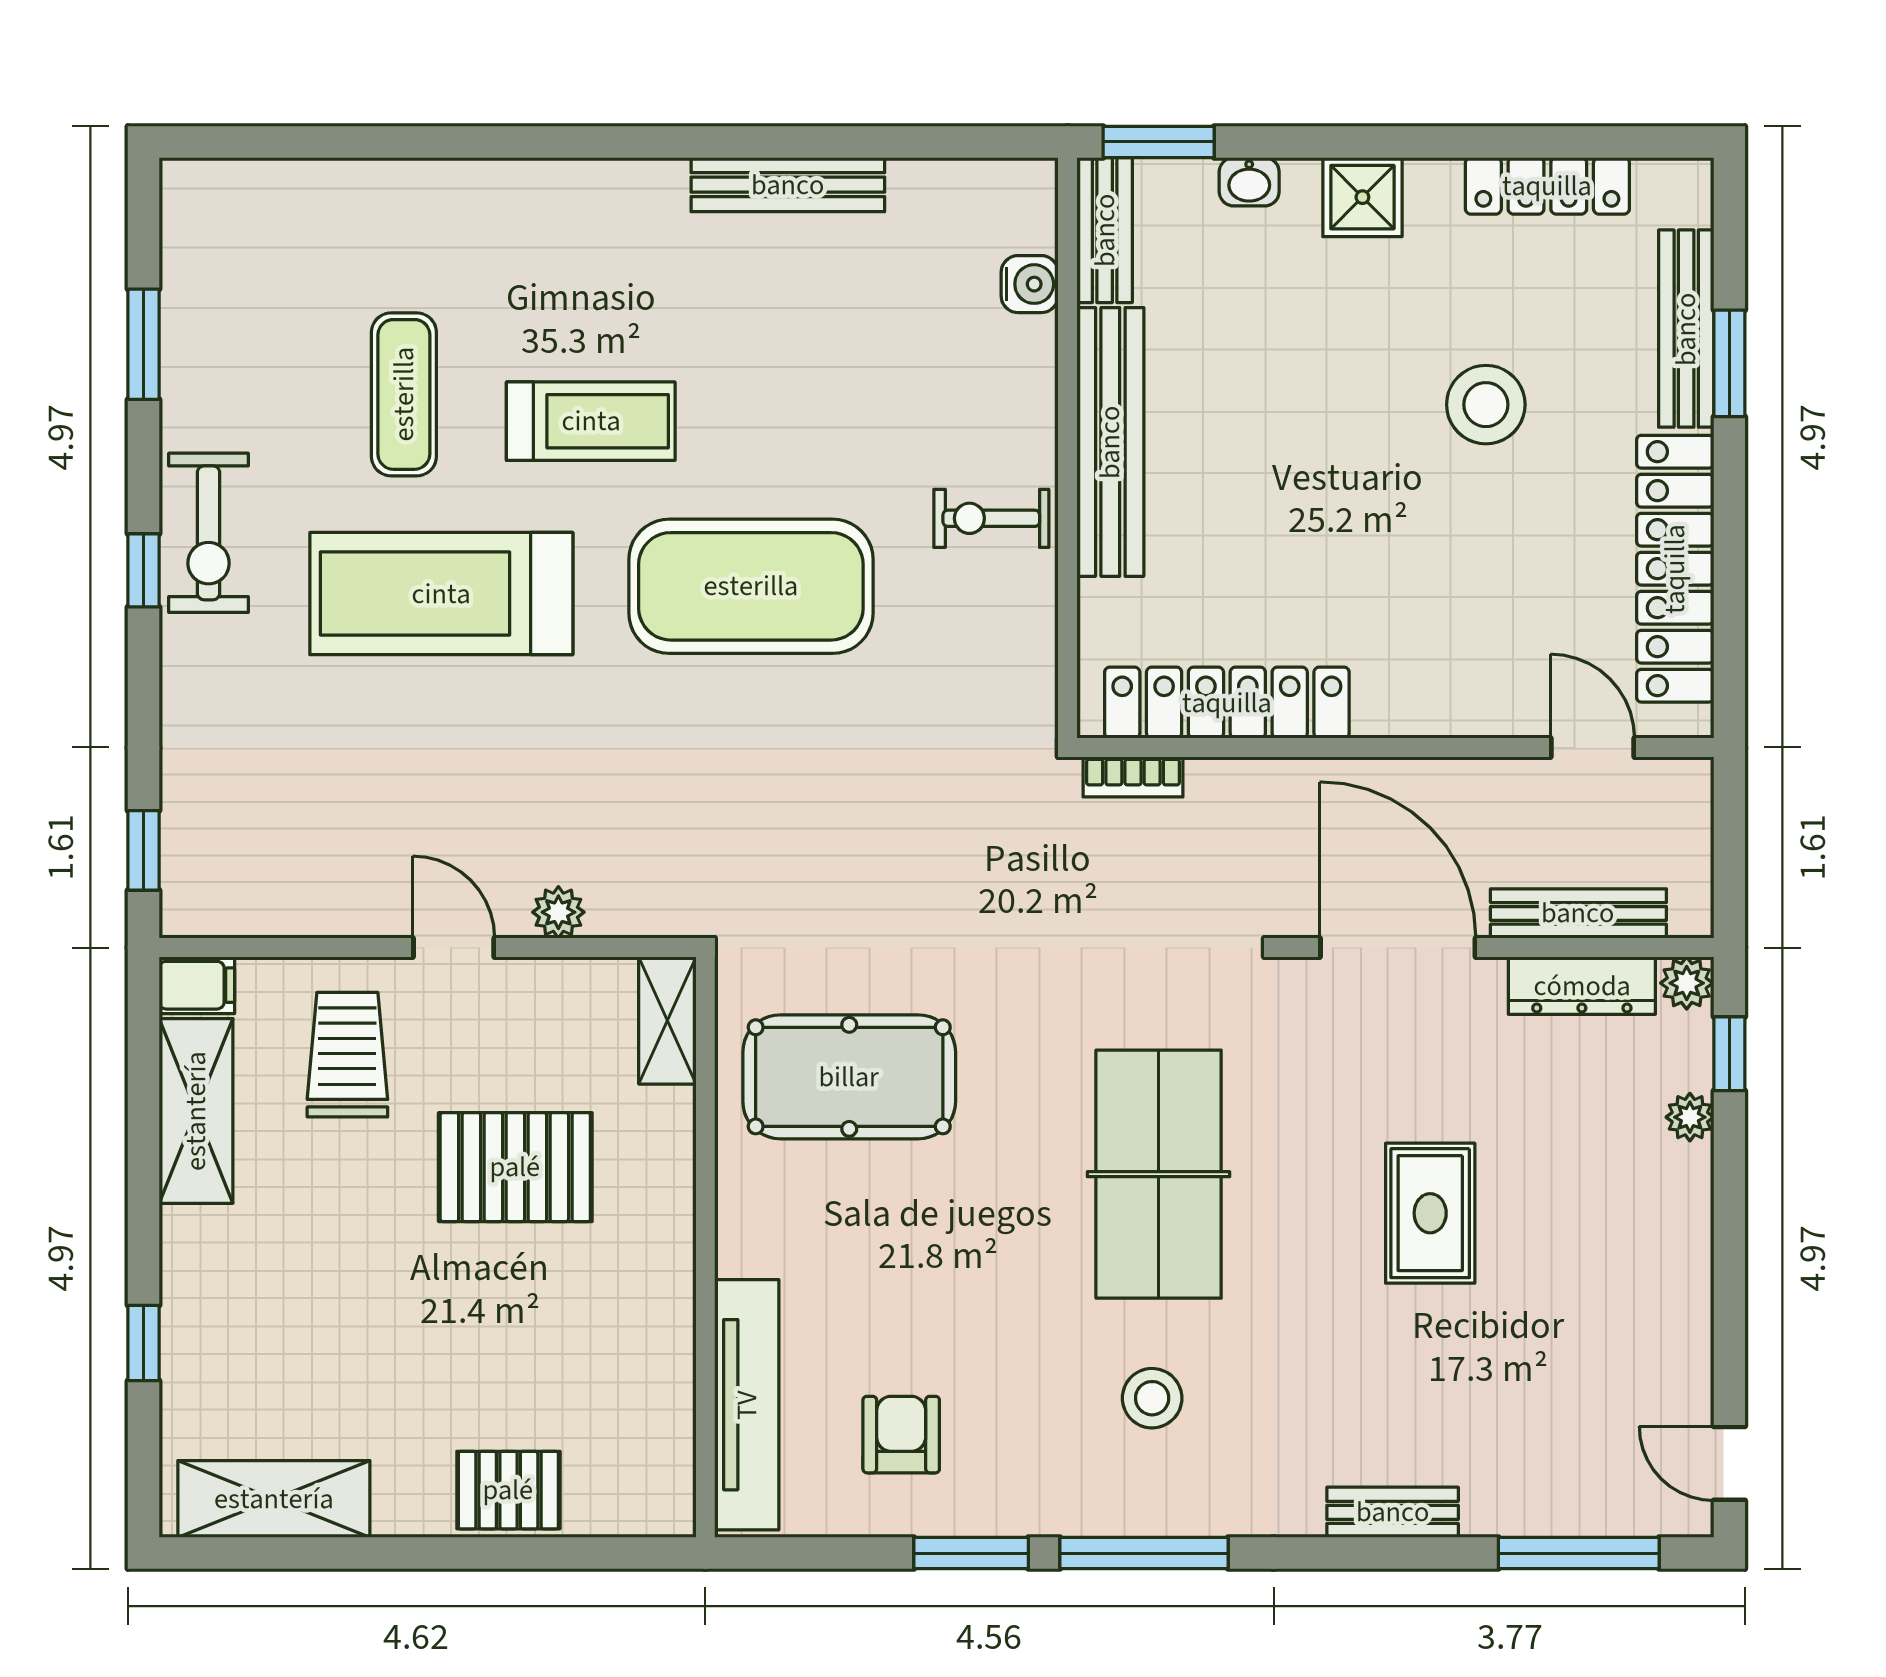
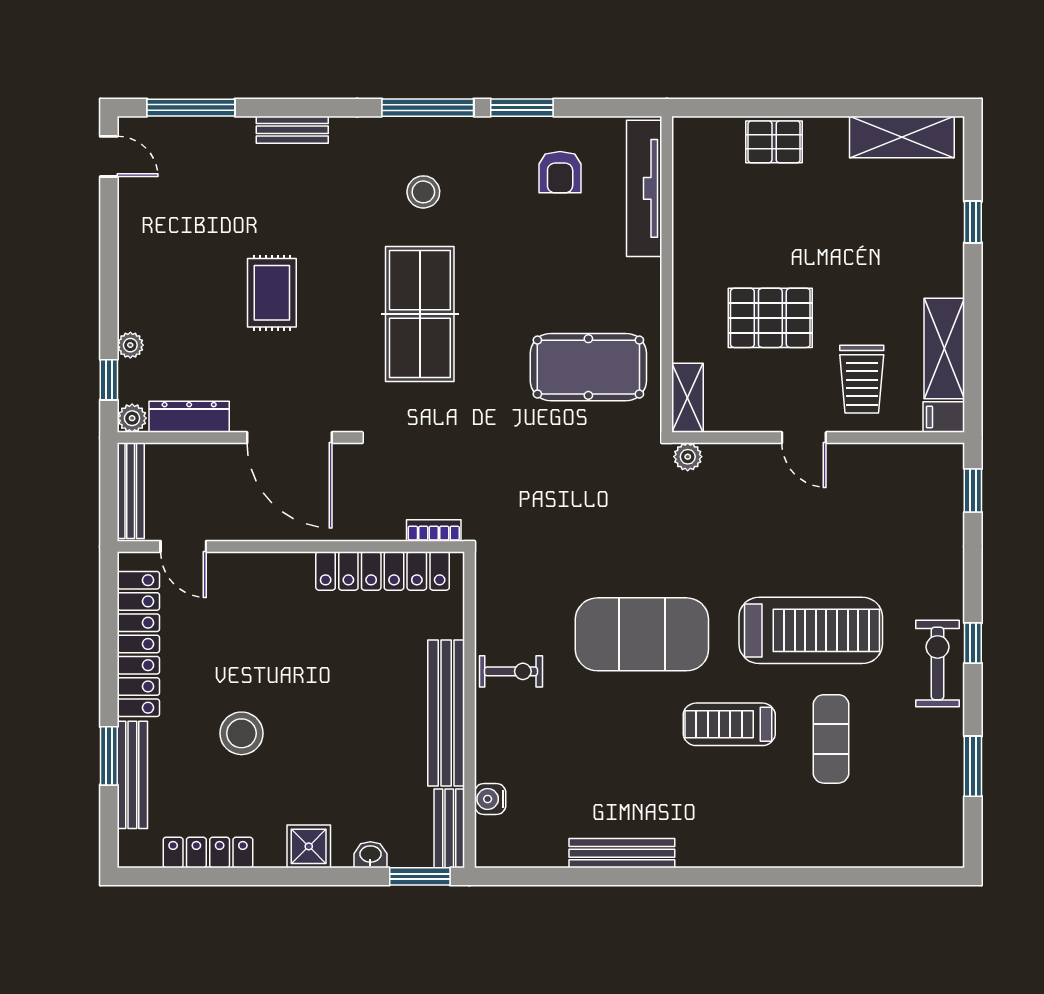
plant: (558, 912) -> (688, 457), moved
bench: (1578, 913) -> (131, 491), moved, turned 90

